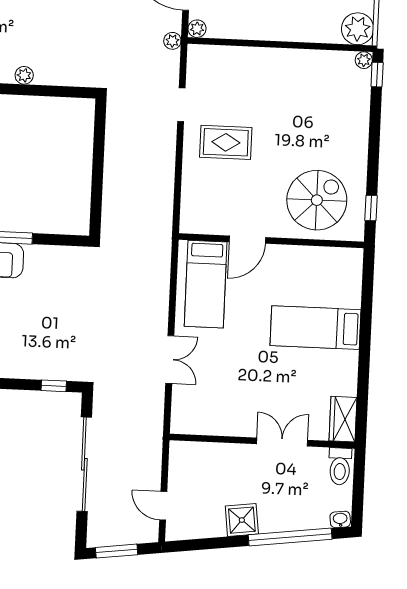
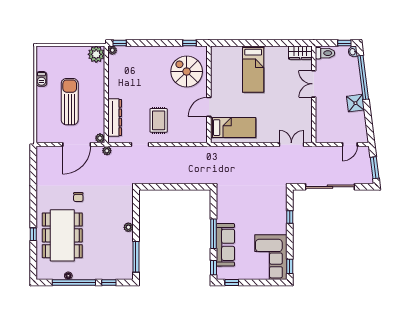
dresser: (235, 59) -> (115, 117), added
door: (247, 240) -> (209, 107), swing flipped
double door: (170, 360) -> (291, 144), moved
window: (54, 386) -> (290, 217), moved
window: (358, 504) -> (344, 43), added

